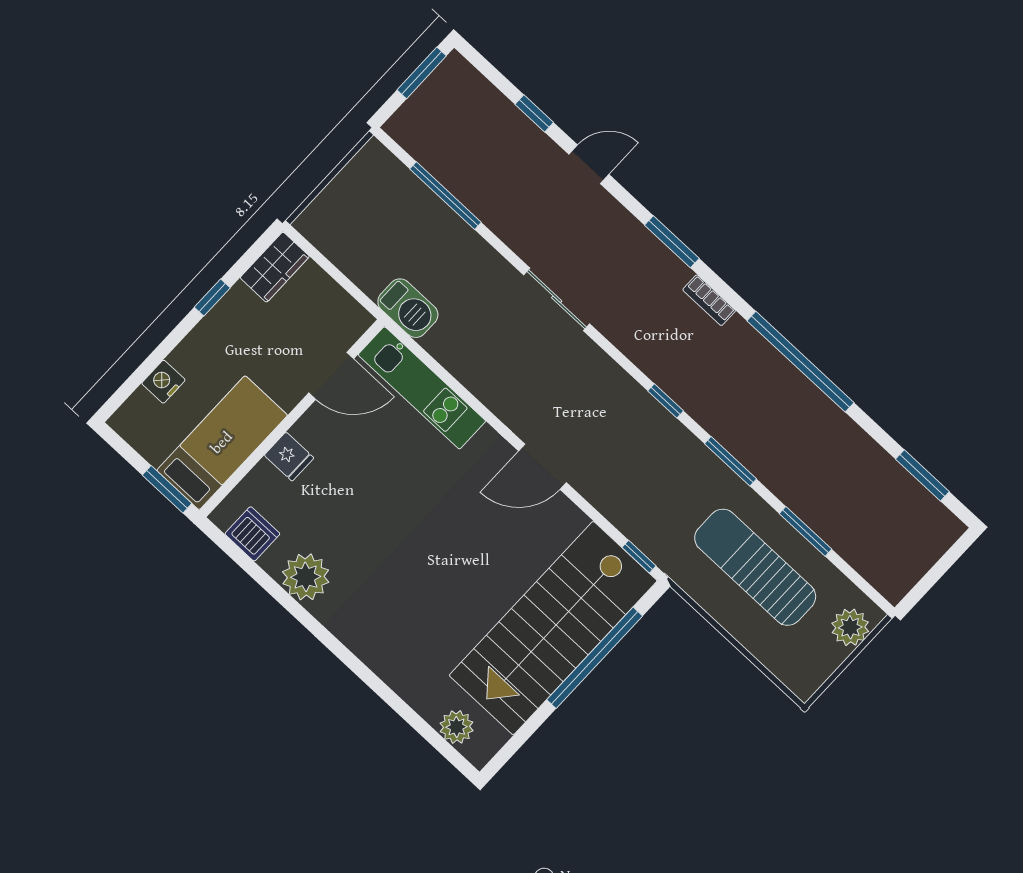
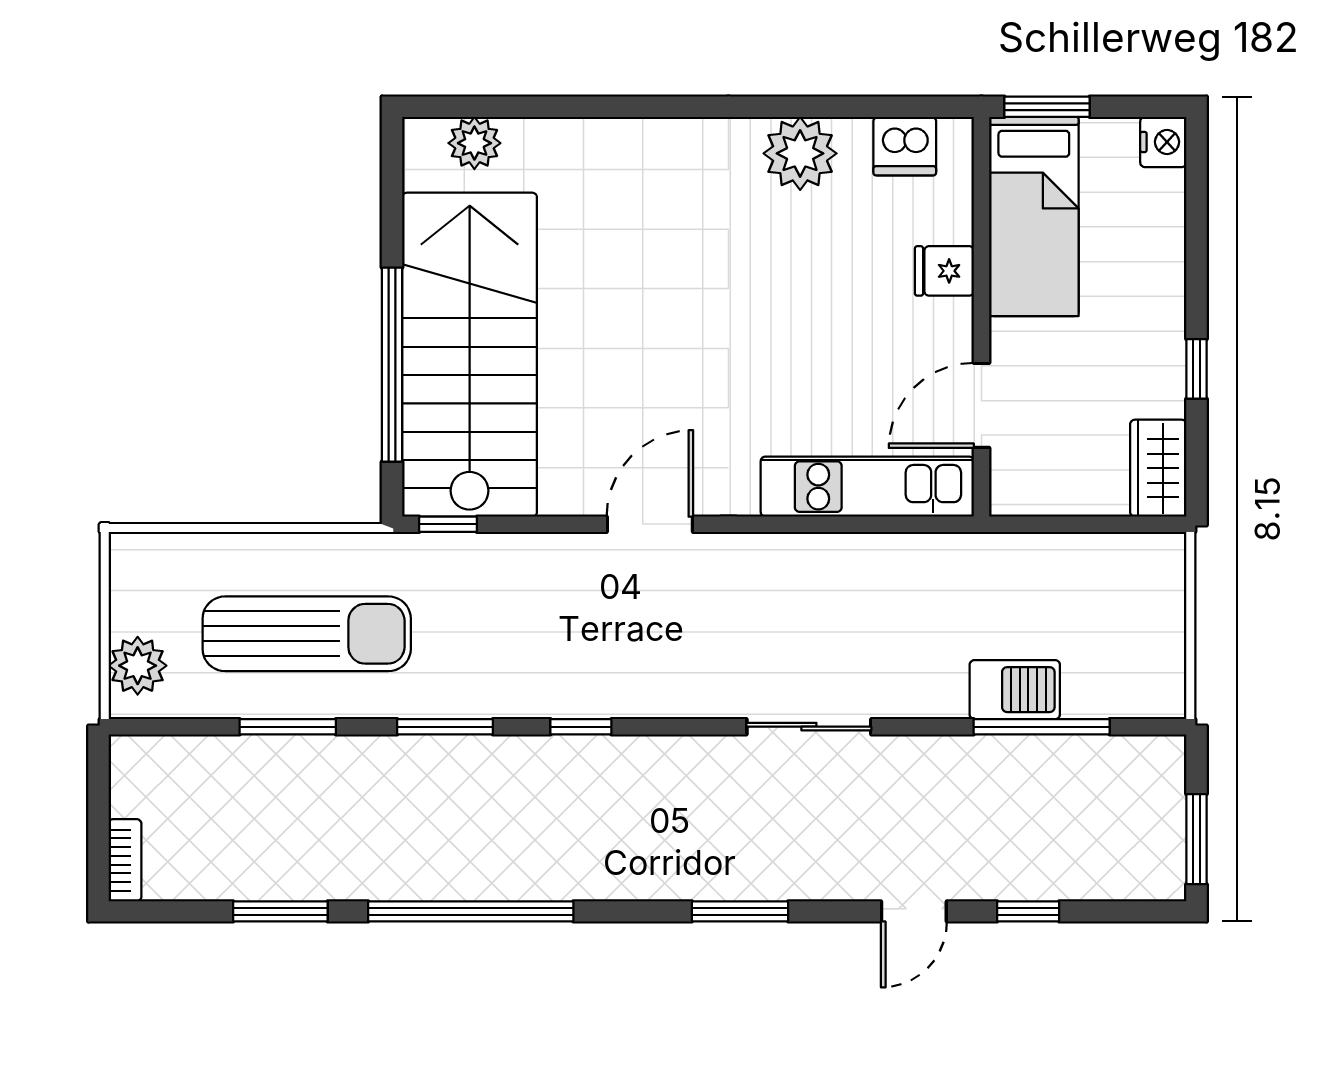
bookcase: (709, 300) -> (125, 860), moved, turned 90
barbecue: (408, 308) -> (1015, 690), moved, turned 180
nightstand: (163, 382) -> (1163, 142), moved
window: (922, 475) -> (280, 911), moved

